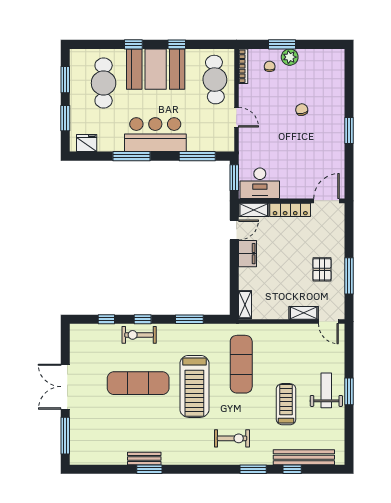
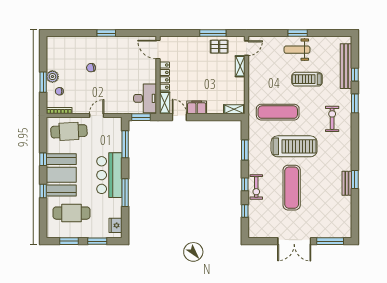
pallet: (322, 269) -> (219, 47), moved

